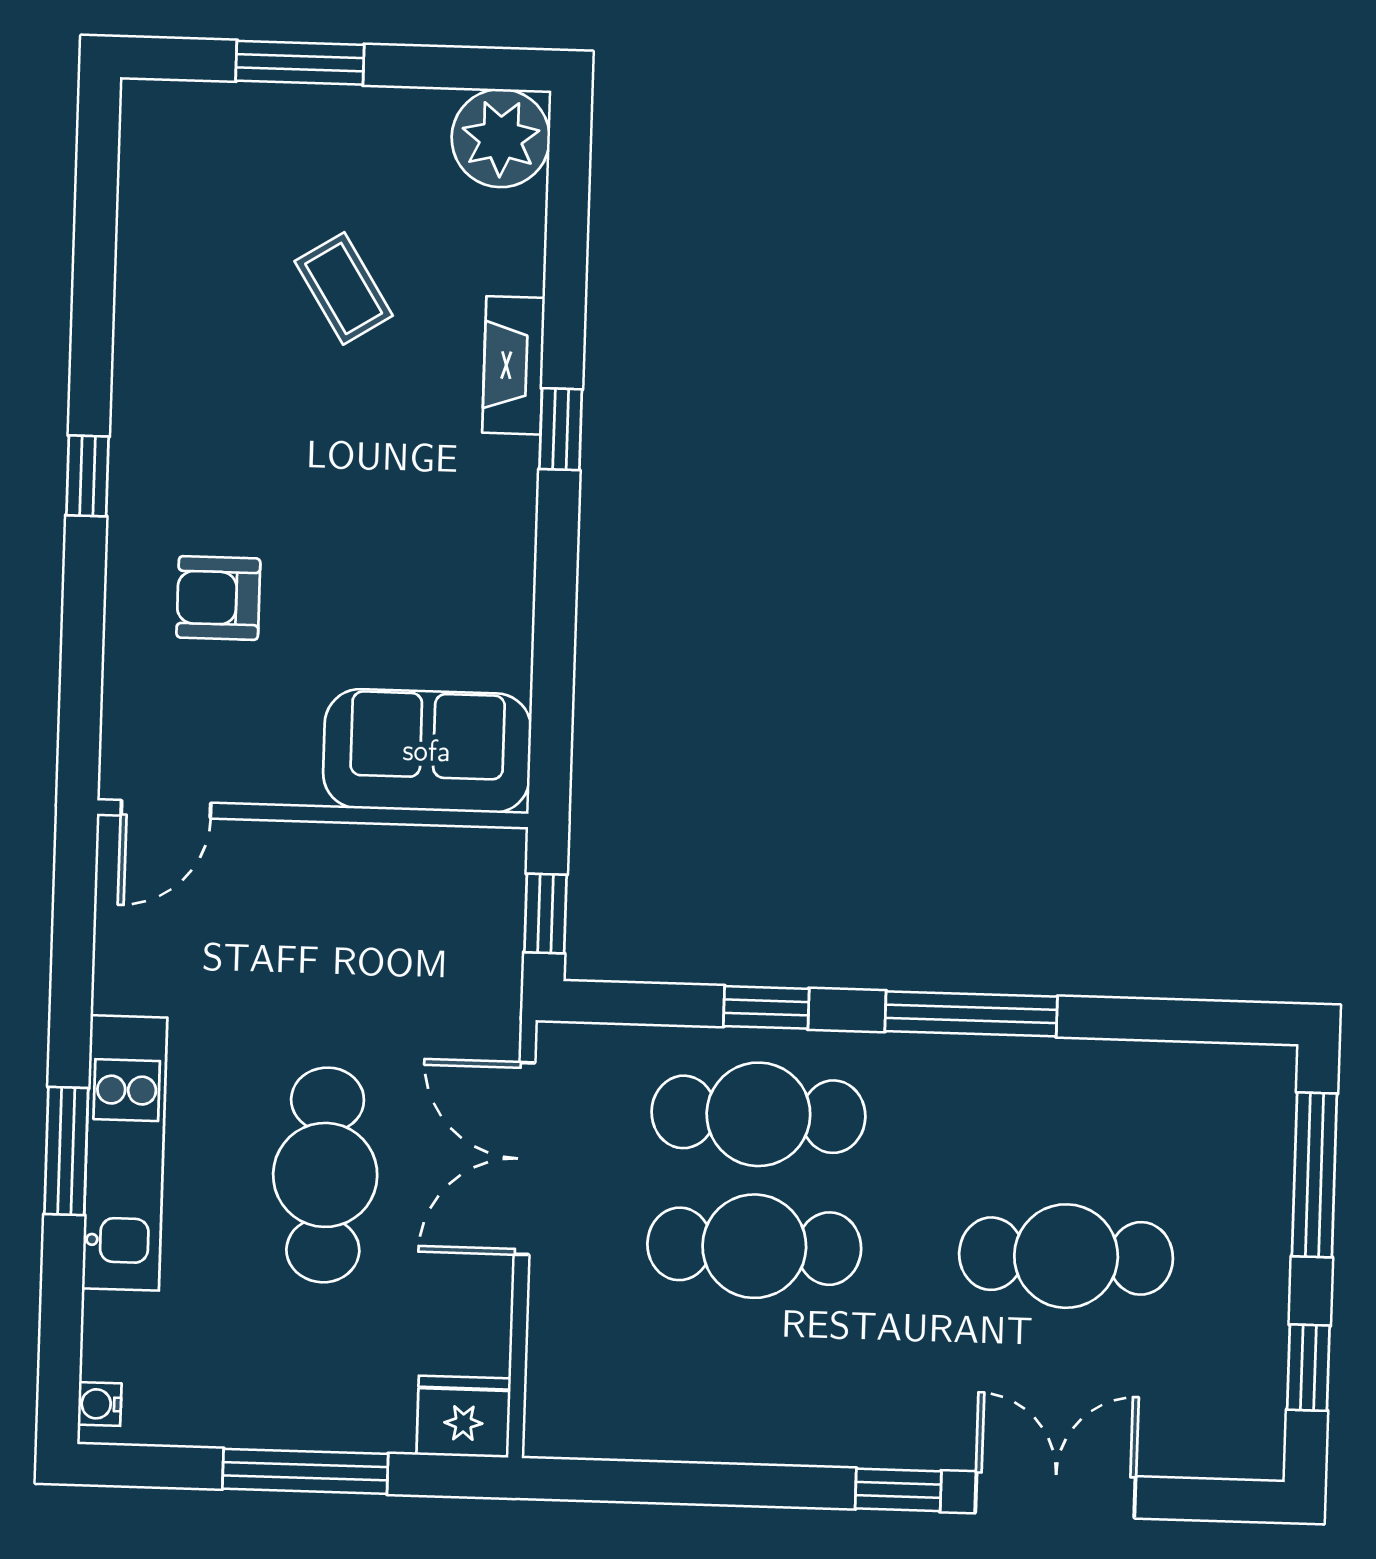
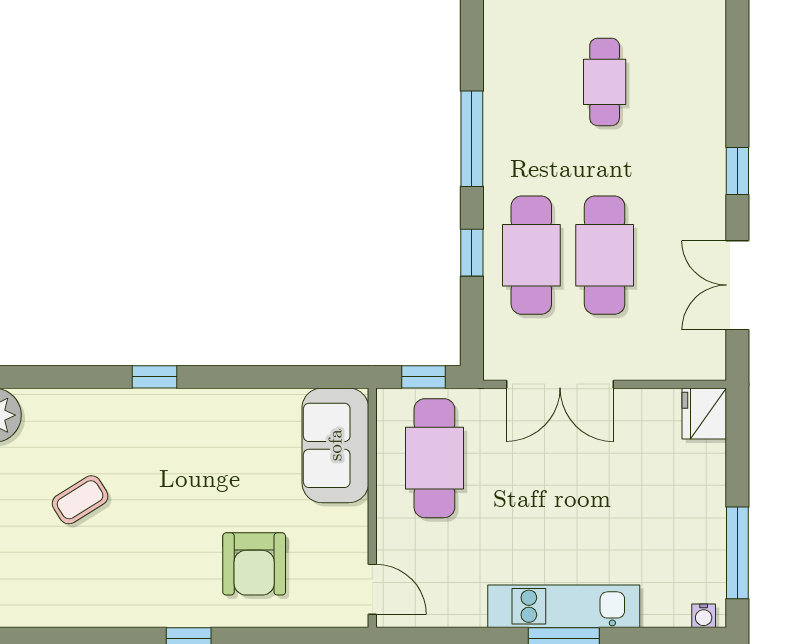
fireplace: (514, 365) -> (120, 404), removed
armchair: (218, 598) -> (254, 564), width x1.38, depth x1.38
cafe table: (325, 1175) -> (434, 458), moved, turned 90
cafe table: (1066, 1256) -> (605, 82), width x0.73, depth x0.74
window: (305, 1471) -> (737, 553), moved
double door: (1055, 1495) -> (737, 285), moved

